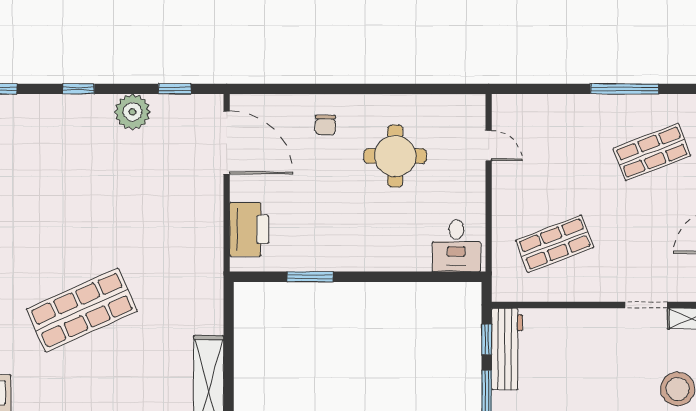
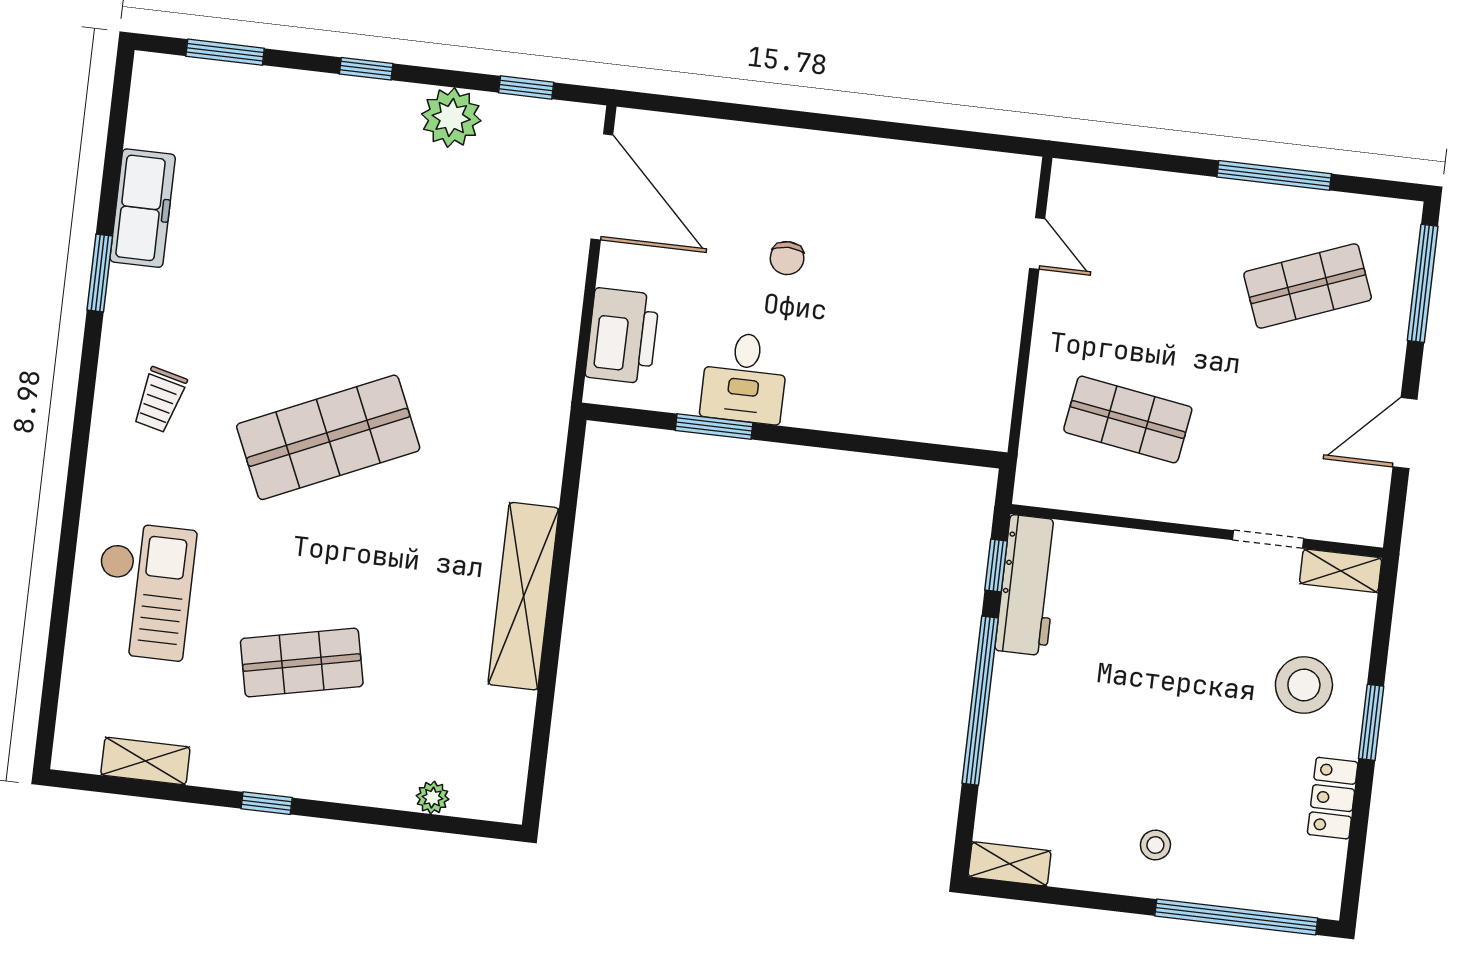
chair: (325, 125) -> (787, 258), moved
round table: (395, 156) -> (880, 242), removed
shop shelf: (555, 244) -> (1128, 419), turned 30
desk: (456, 246) -> (744, 378), moved

